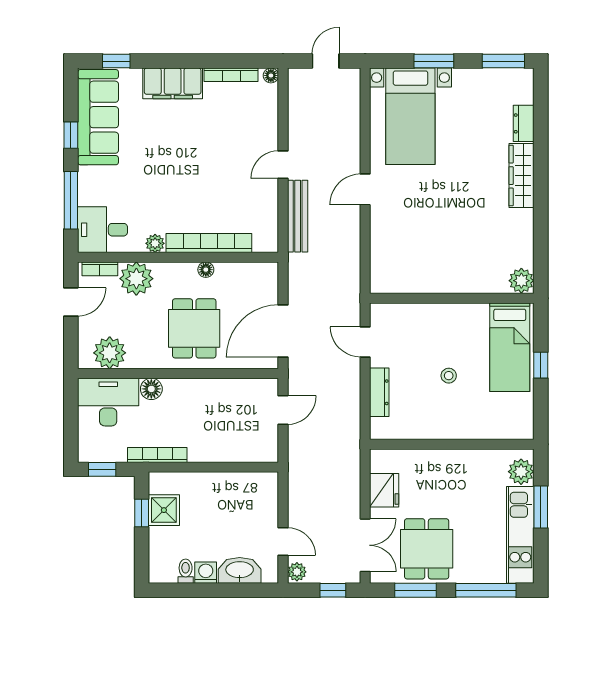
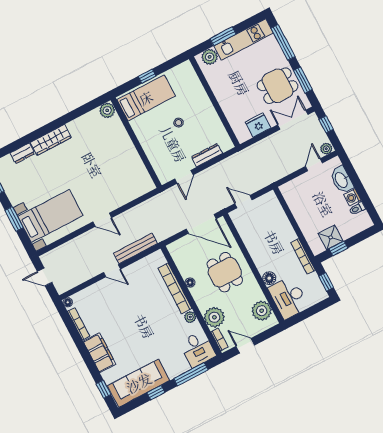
dining table: (194, 328) -> (225, 272), turned 90

